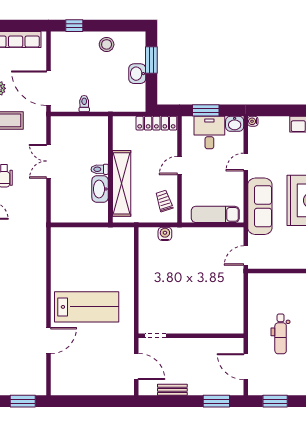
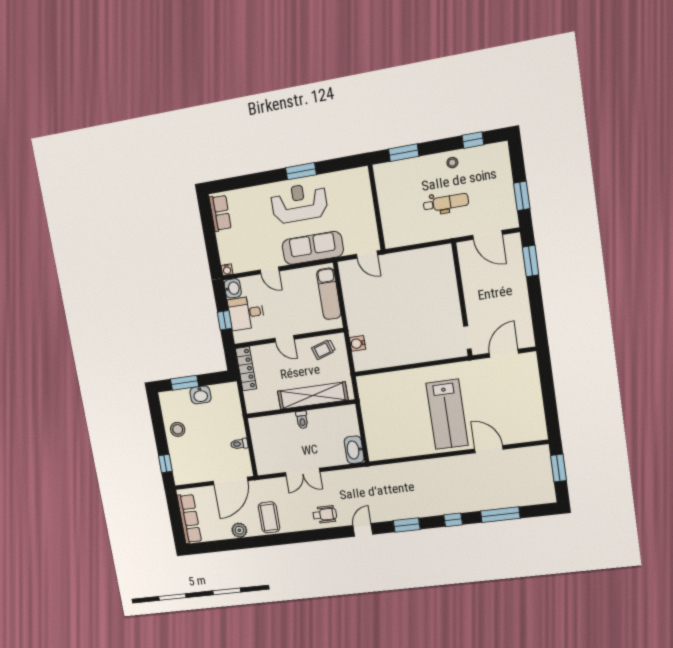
window: (206, 110) -> (225, 320), width x0.67
washbasin: (100, 189) -> (354, 450), moved, turned 90
lab bench: (87, 307) -> (447, 414), turned 180
door: (246, 367) -> (488, 235), hinge flipped
bench: (172, 390) -> (524, 311), removed

